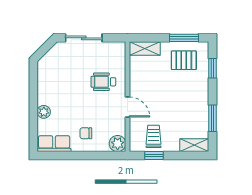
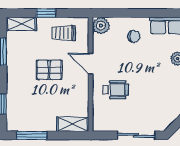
pallet: (184, 60) -> (49, 70), moved
trolley: (154, 136) -> (64, 33), turned 90
window: (154, 156) -> (46, 13), moved

